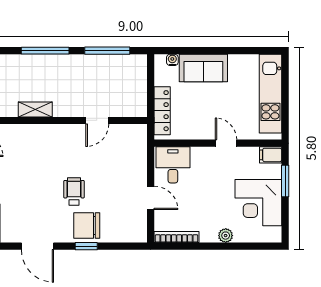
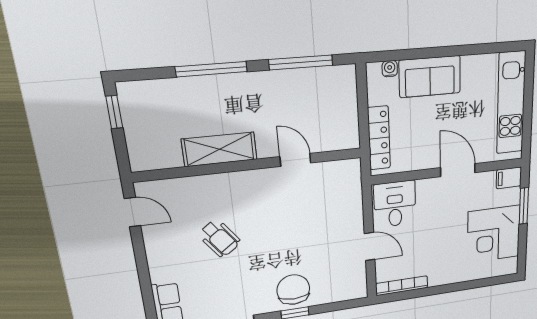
shelving: (35, 109) -> (219, 149), width x1.50, depth x1.33
door: (97, 120) -> (295, 160), swing flipped
door: (226, 143) -> (458, 170), width x1.38
wheelchair: (74, 191) -> (220, 238), moved, turned 144
chair: (87, 225) -> (293, 290), turned 90
plant: (226, 236) -> (457, 275), removed

